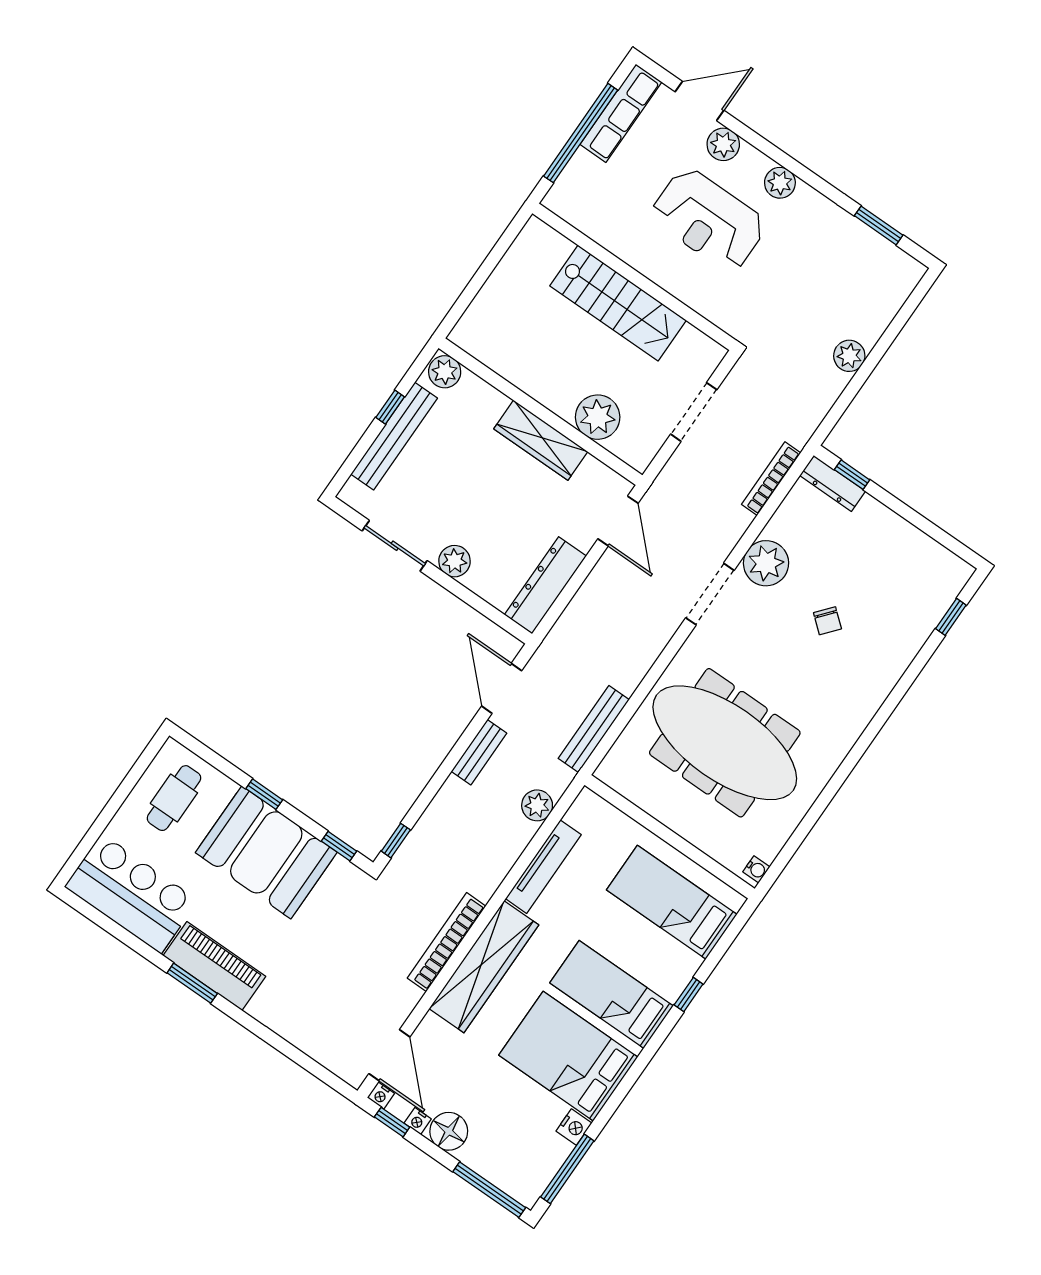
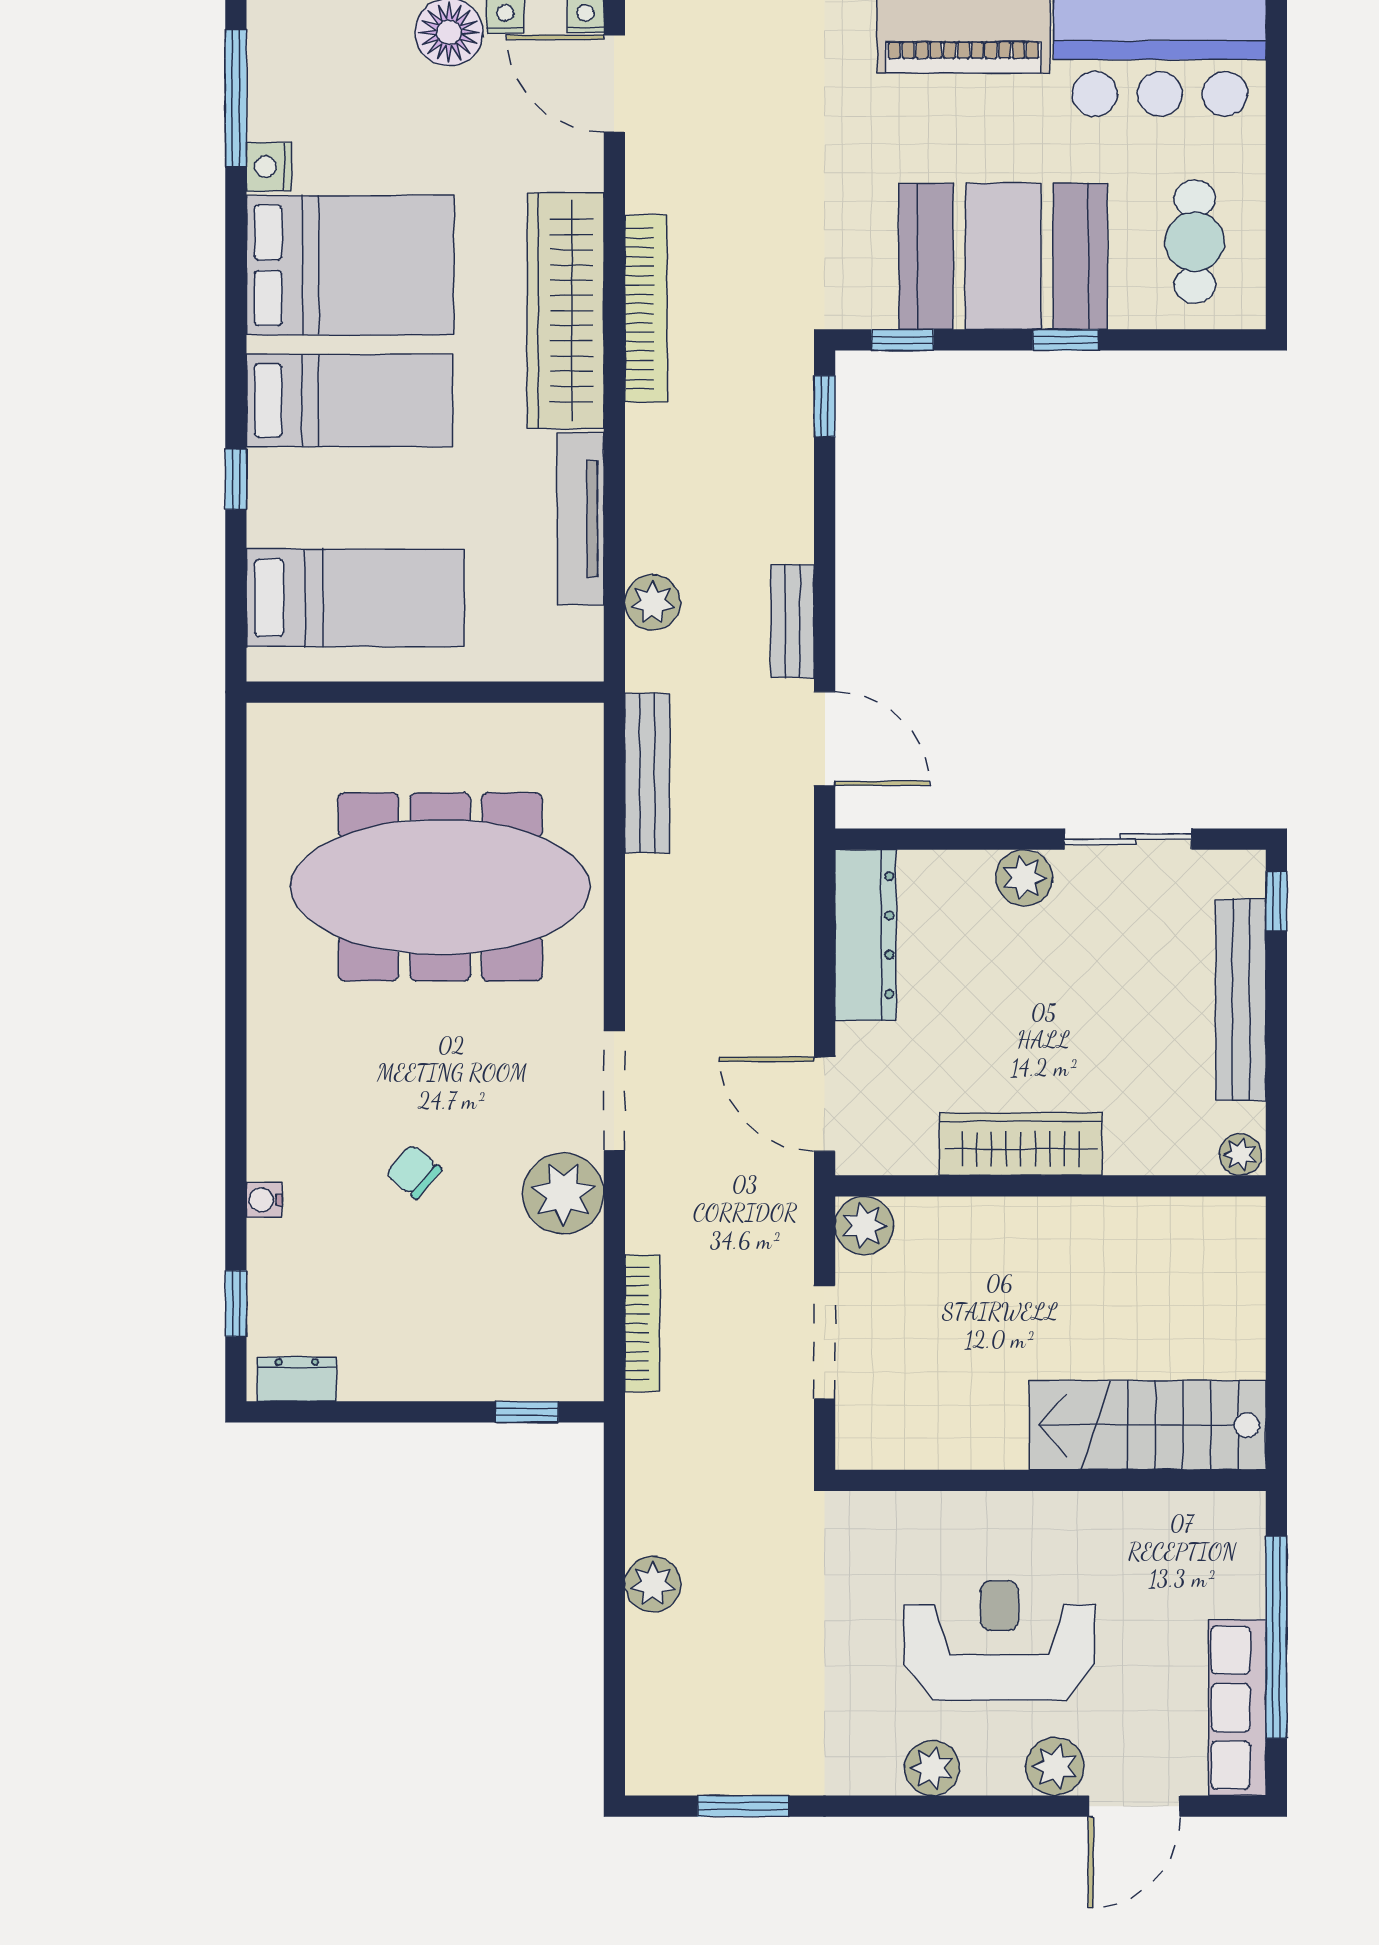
stairs: (618, 303) -> (1148, 1425), moved
plant: (445, 372) -> (1240, 1155), width x0.73, depth x0.73
window: (390, 407) -> (1276, 901), moved
plant: (598, 417) -> (864, 1226), moved, width x0.73, depth x0.73
dresser: (833, 483) -> (297, 1379), moved, width x0.70
water cooler: (756, 869) -> (264, 1200), moved

